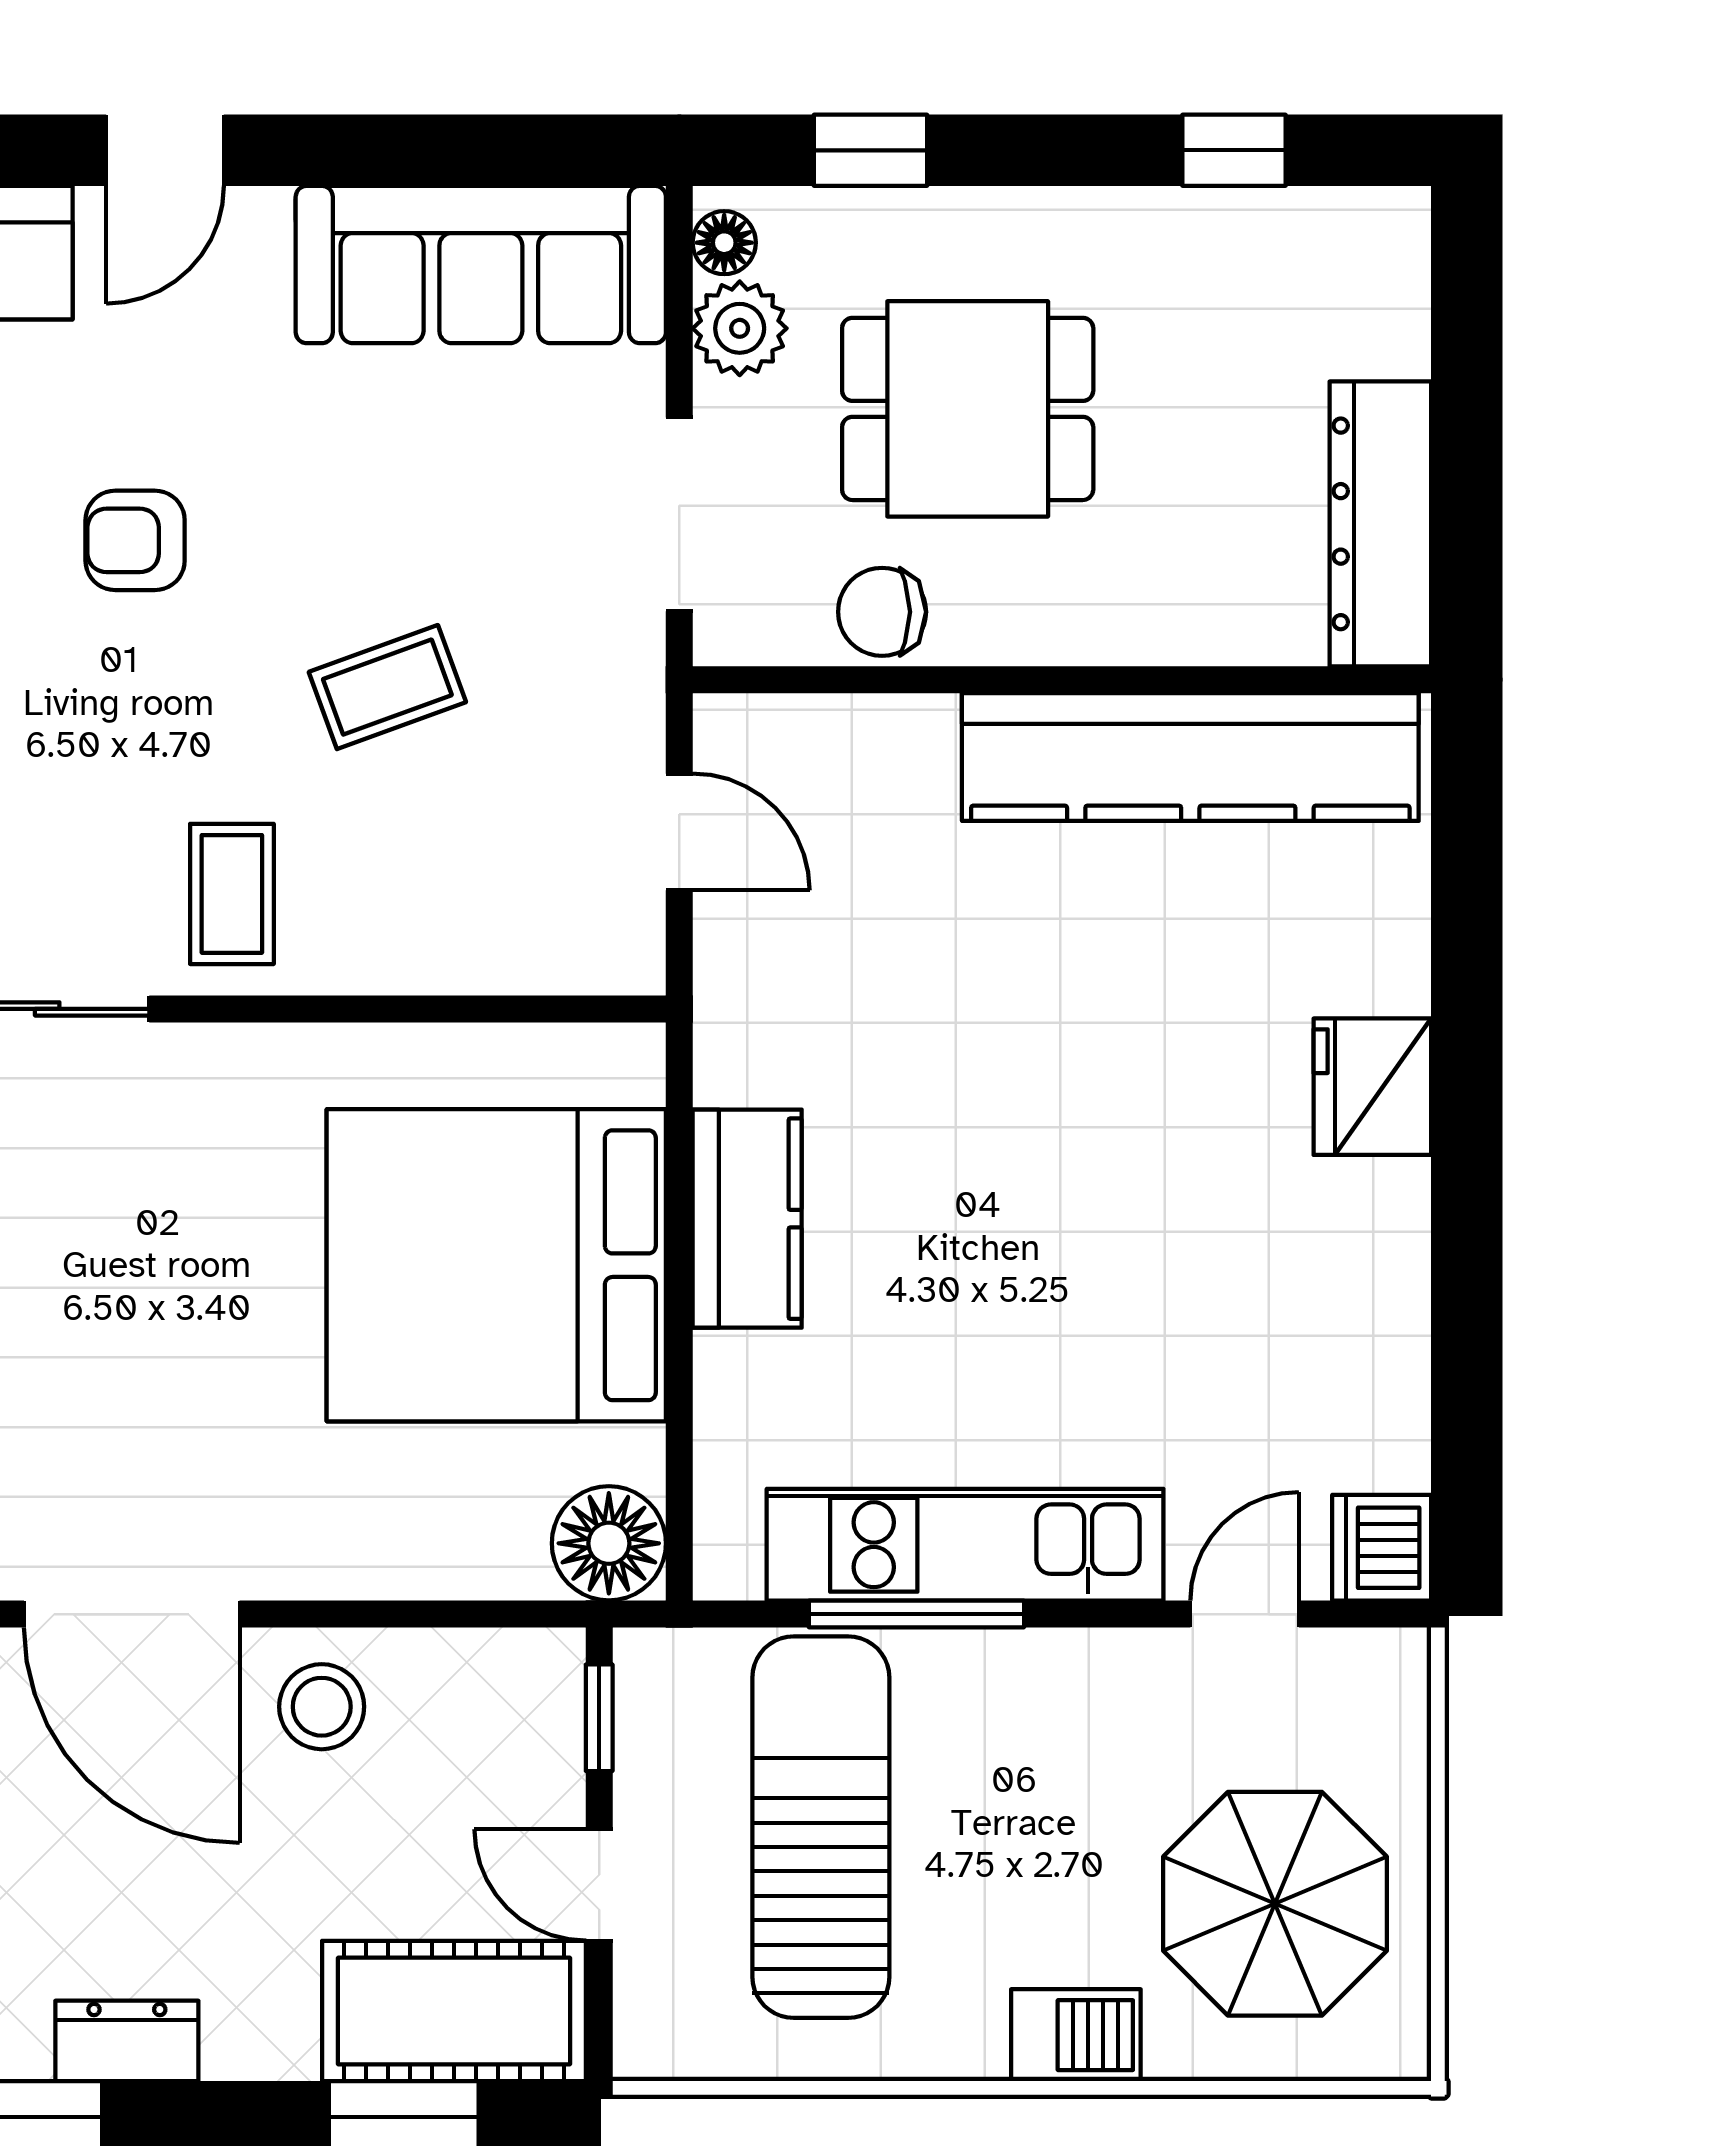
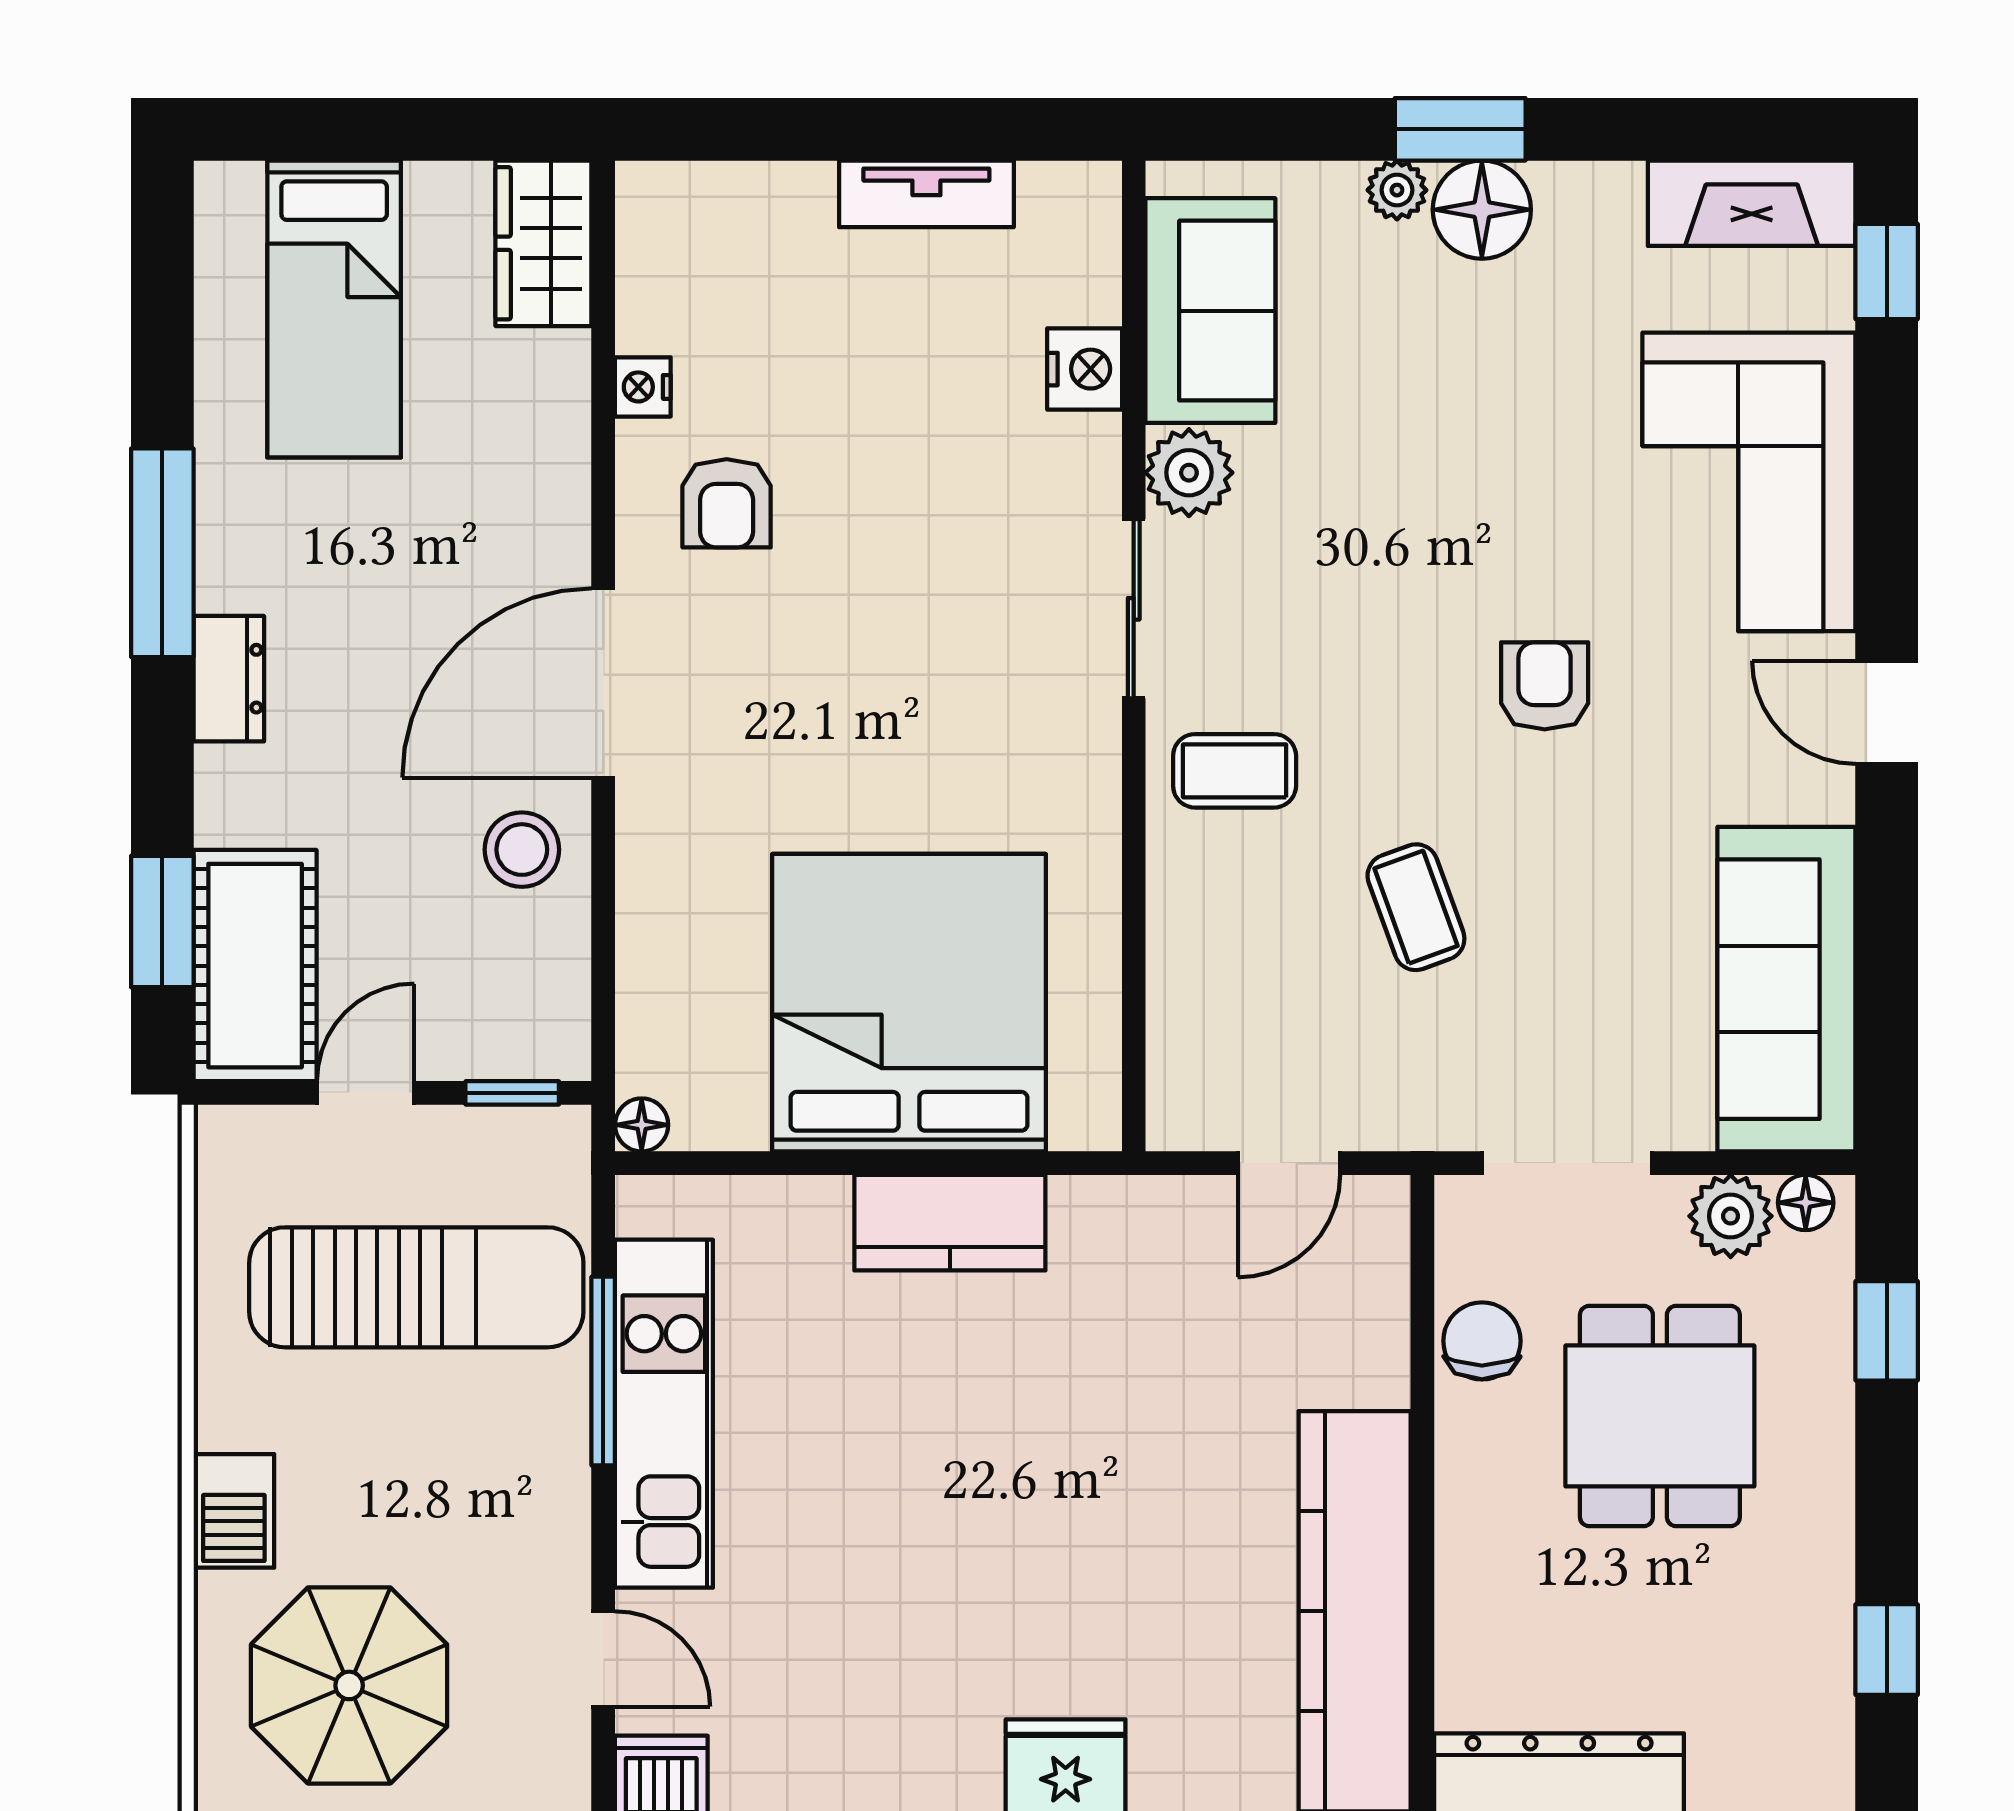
floor lamp: (609, 1543) -> (642, 1125), width x0.53, depth x0.53

